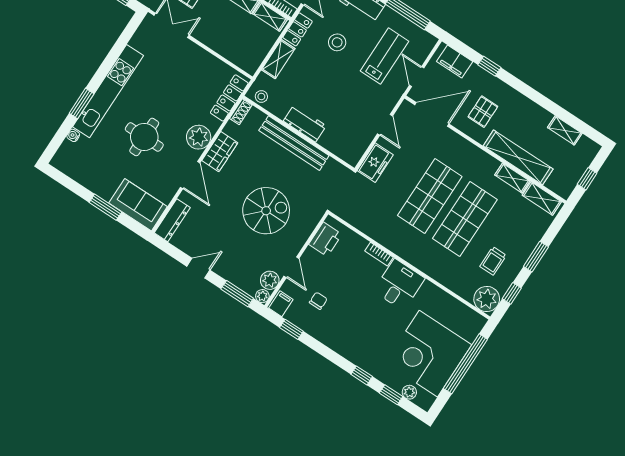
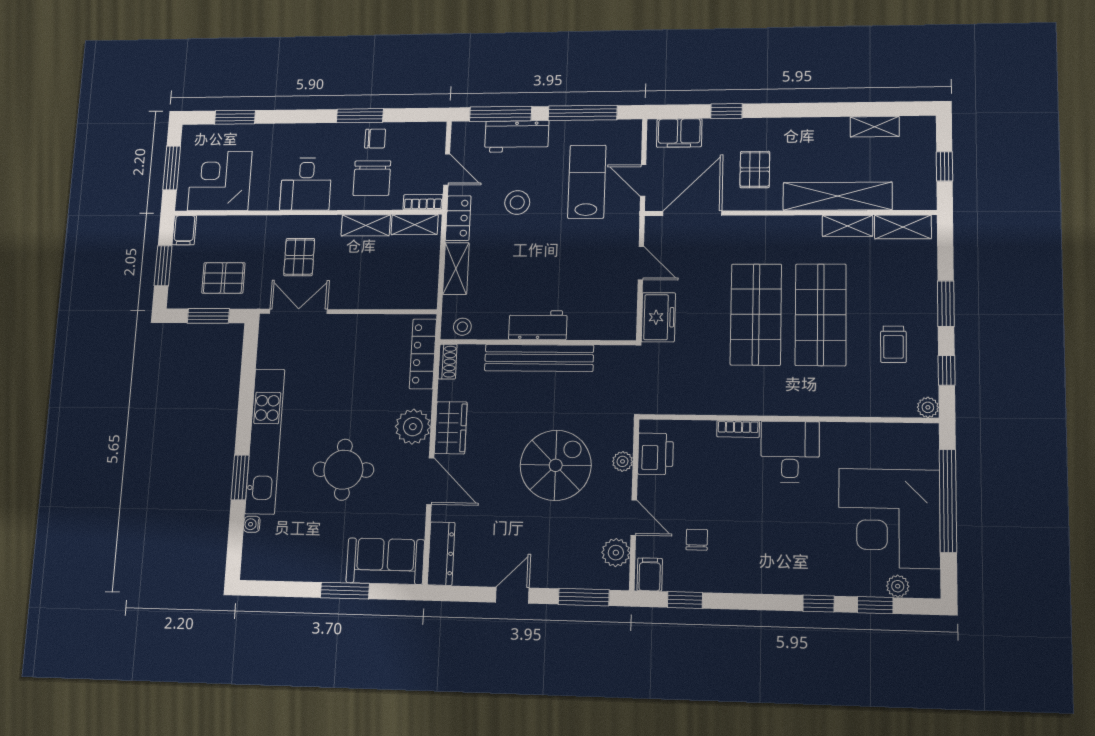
plant: (262, 296) -> (622, 461), moved
plant: (487, 299) -> (928, 407), width x0.53, depth x0.53

